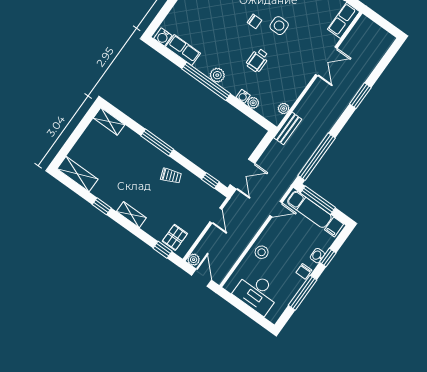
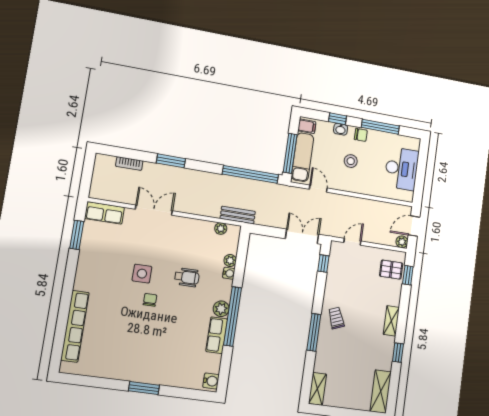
row of seats: (183, 50) -> (217, 335), moved
bookcase: (375, 60) -> (129, 164), added
trolley: (171, 176) -> (336, 318), moved
stool: (262, 252) -> (351, 161), moved

